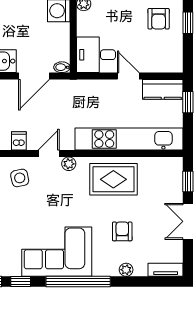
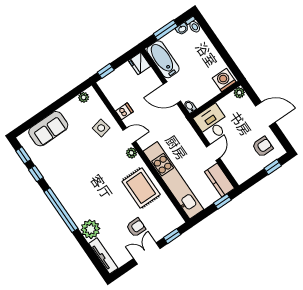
armchair: (159, 19) -> (262, 147), turned 180
armchair: (122, 231) -> (136, 227), moved
corner sofa: (57, 252) -> (71, 184), removed
plant: (126, 270) -> (90, 229), width x1.88, depth x1.88
tv unit: (166, 270) -> (103, 256), width x1.41

